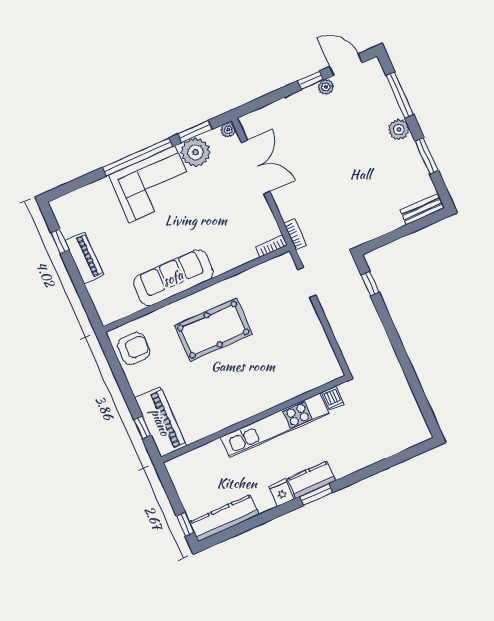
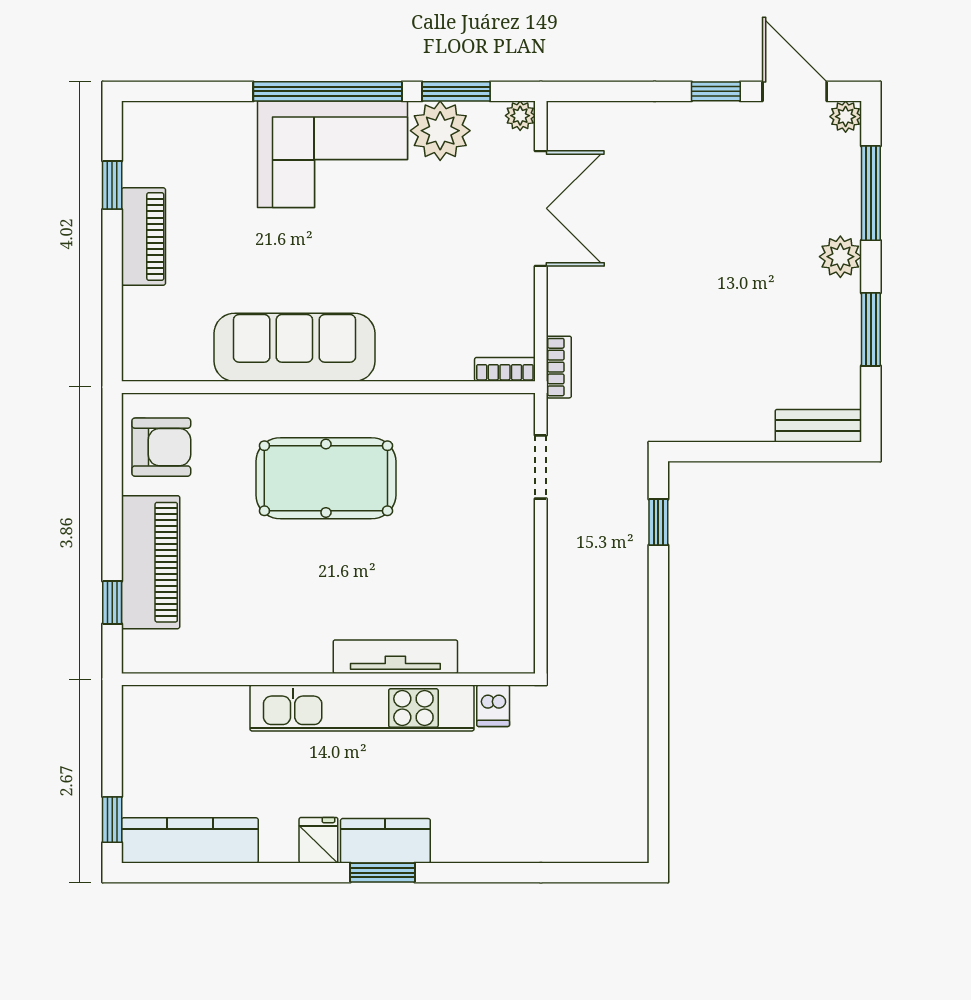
plant: (326, 87) -> (846, 117), moved
tv unit: (279, 396) -> (395, 657), added
piano: (160, 422) -> (151, 562), moved

